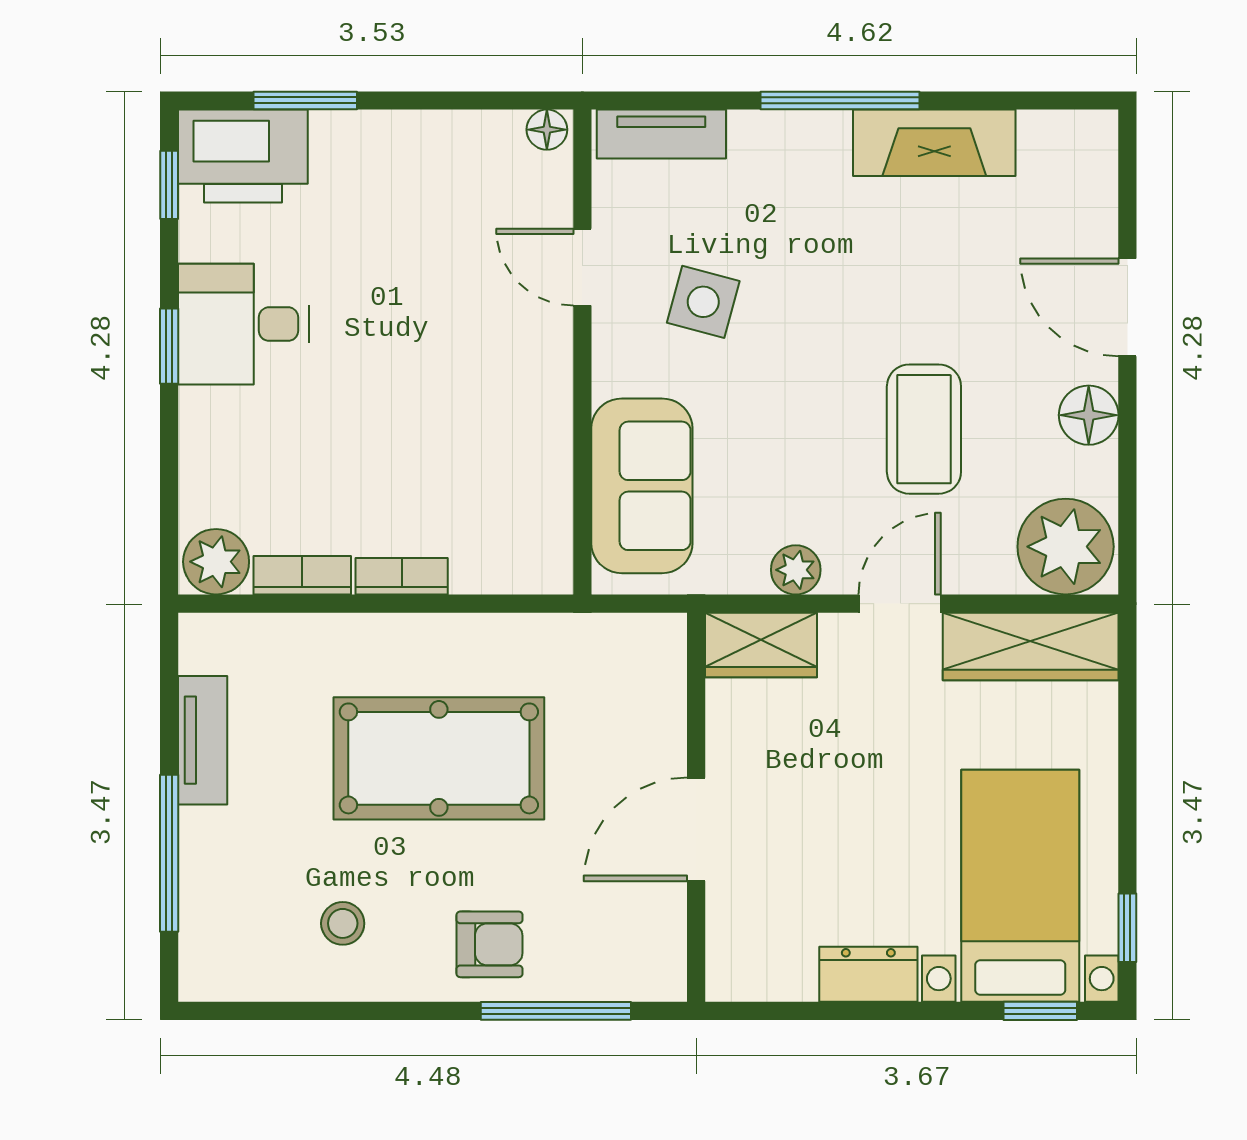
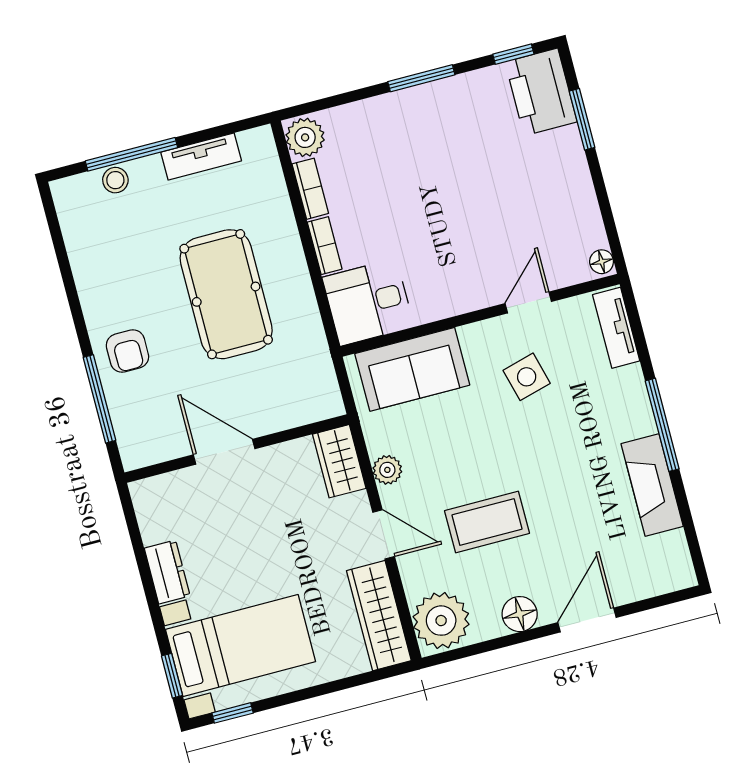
side table: (703, 302) -> (527, 377), turned -30
desk: (243, 324) -> (368, 302), moved, turned -90
window: (169, 346) -> (421, 78), width x1.50
stool: (343, 923) -> (115, 180), moved

